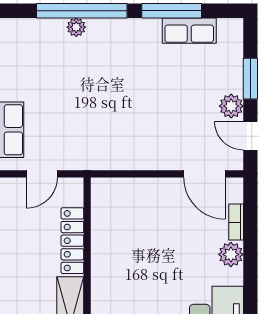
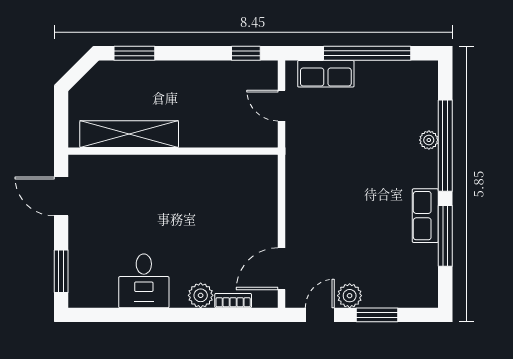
row of seats: (189, 31) -> (425, 216), moved
locker: (72, 241) -> (214, 136), removed

